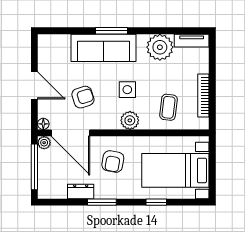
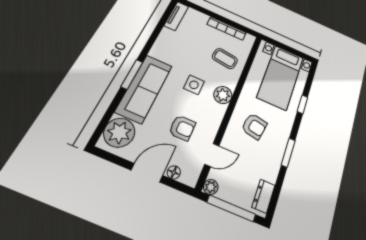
plant: (160, 47) -> (119, 133), moved
armchair: (83, 97) -> (182, 128), turned 108
floor lamp: (43, 124) -> (174, 172), moved
door: (71, 133) -> (212, 155), width x0.53
dresser: (81, 191) -> (264, 196), moved

